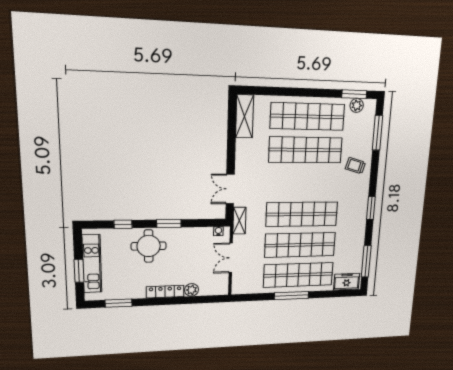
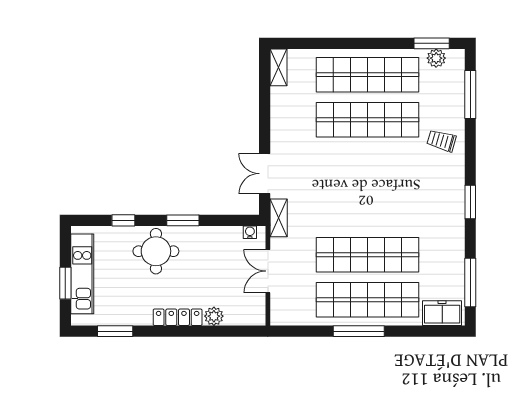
shelving: (245, 116) -> (278, 67), width x0.67, depth x0.75
shop shelf: (302, 214) -> (367, 210), removed

